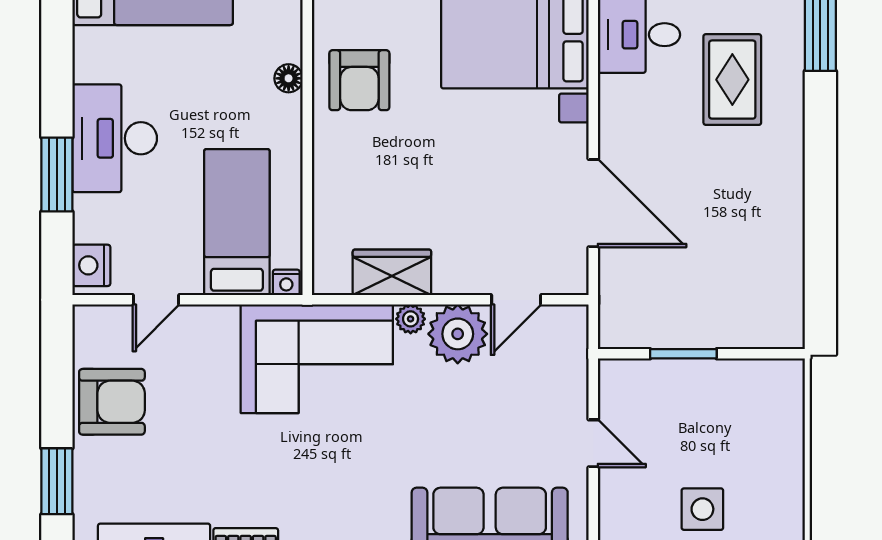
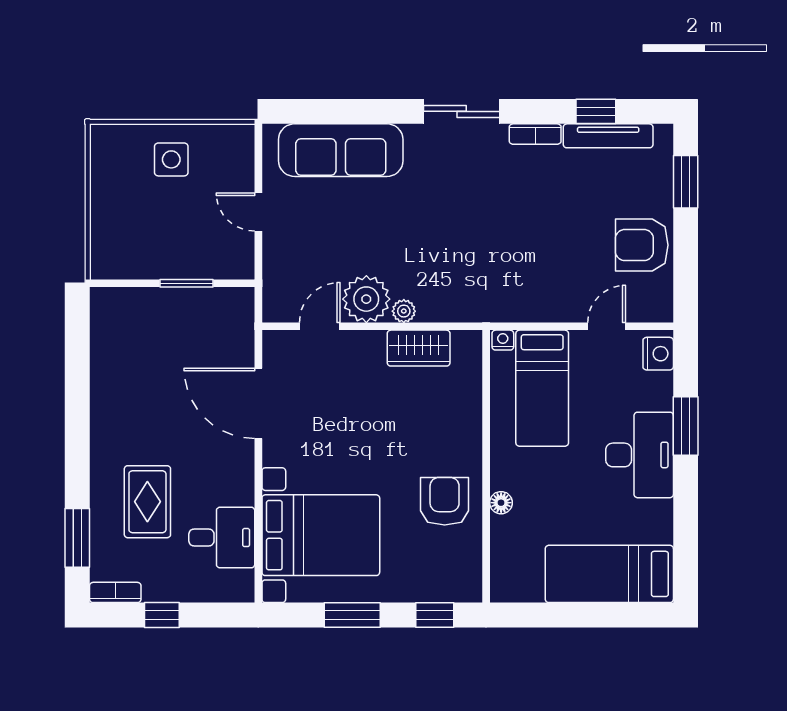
corner sofa: (317, 359) -> (478, 279), removed

